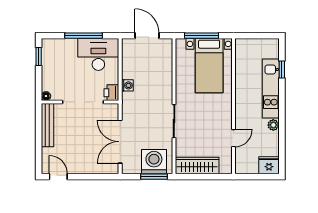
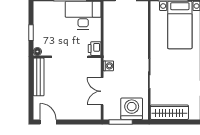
window: (39, 56) -> (31, 33), moved
washing machine: (127, 85) -> (108, 66), moved
double door: (120, 142) -> (102, 91), width x0.73
window: (154, 177) -> (121, 122), moved

